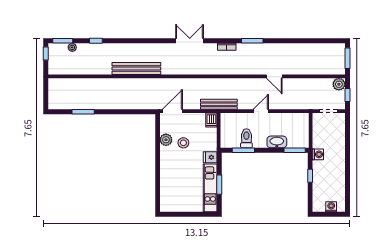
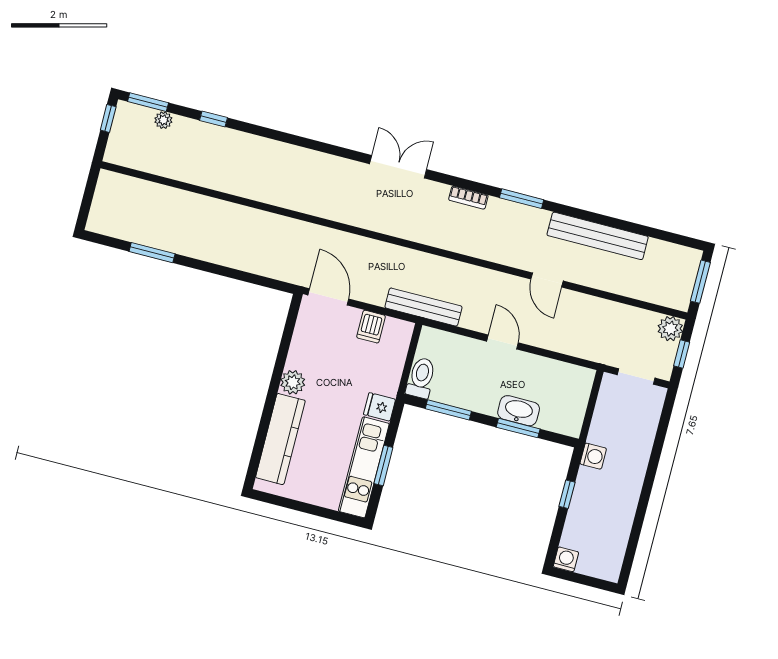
bench: (136, 69) -> (598, 236), moved
door: (172, 111) -> (328, 297), hinge flipped
door: (261, 111) -> (503, 342), hinge flipped
dishwasher: (211, 120) -> (371, 327), moved
toilet: (246, 138) -> (421, 378), moved
plant: (166, 140) -> (293, 382), moved
stool: (183, 143) -> (334, 365), removed
window: (295, 150) -> (518, 428), moved
kitchen counter: (167, 185) -> (280, 439), added
washing machine: (331, 207) -> (566, 559), moved

